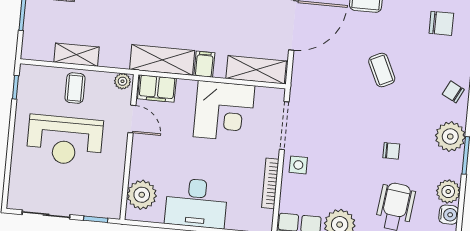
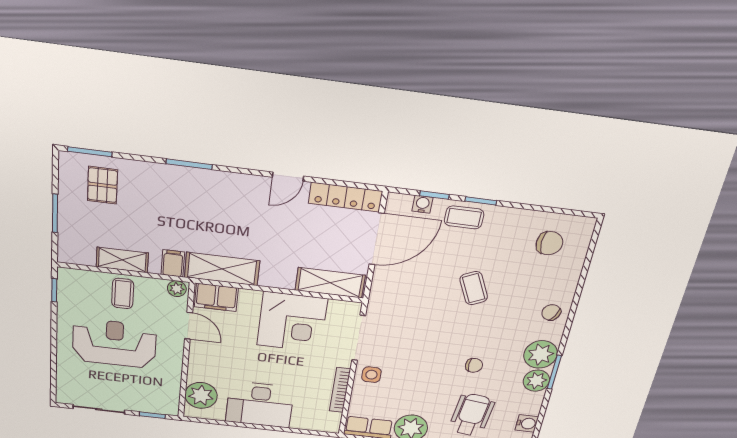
filing cabinet: (204, 64) -> (173, 263), moved
reception desk: (65, 140) -> (114, 343), turned 180
plant: (448, 191) -> (536, 381), moved

